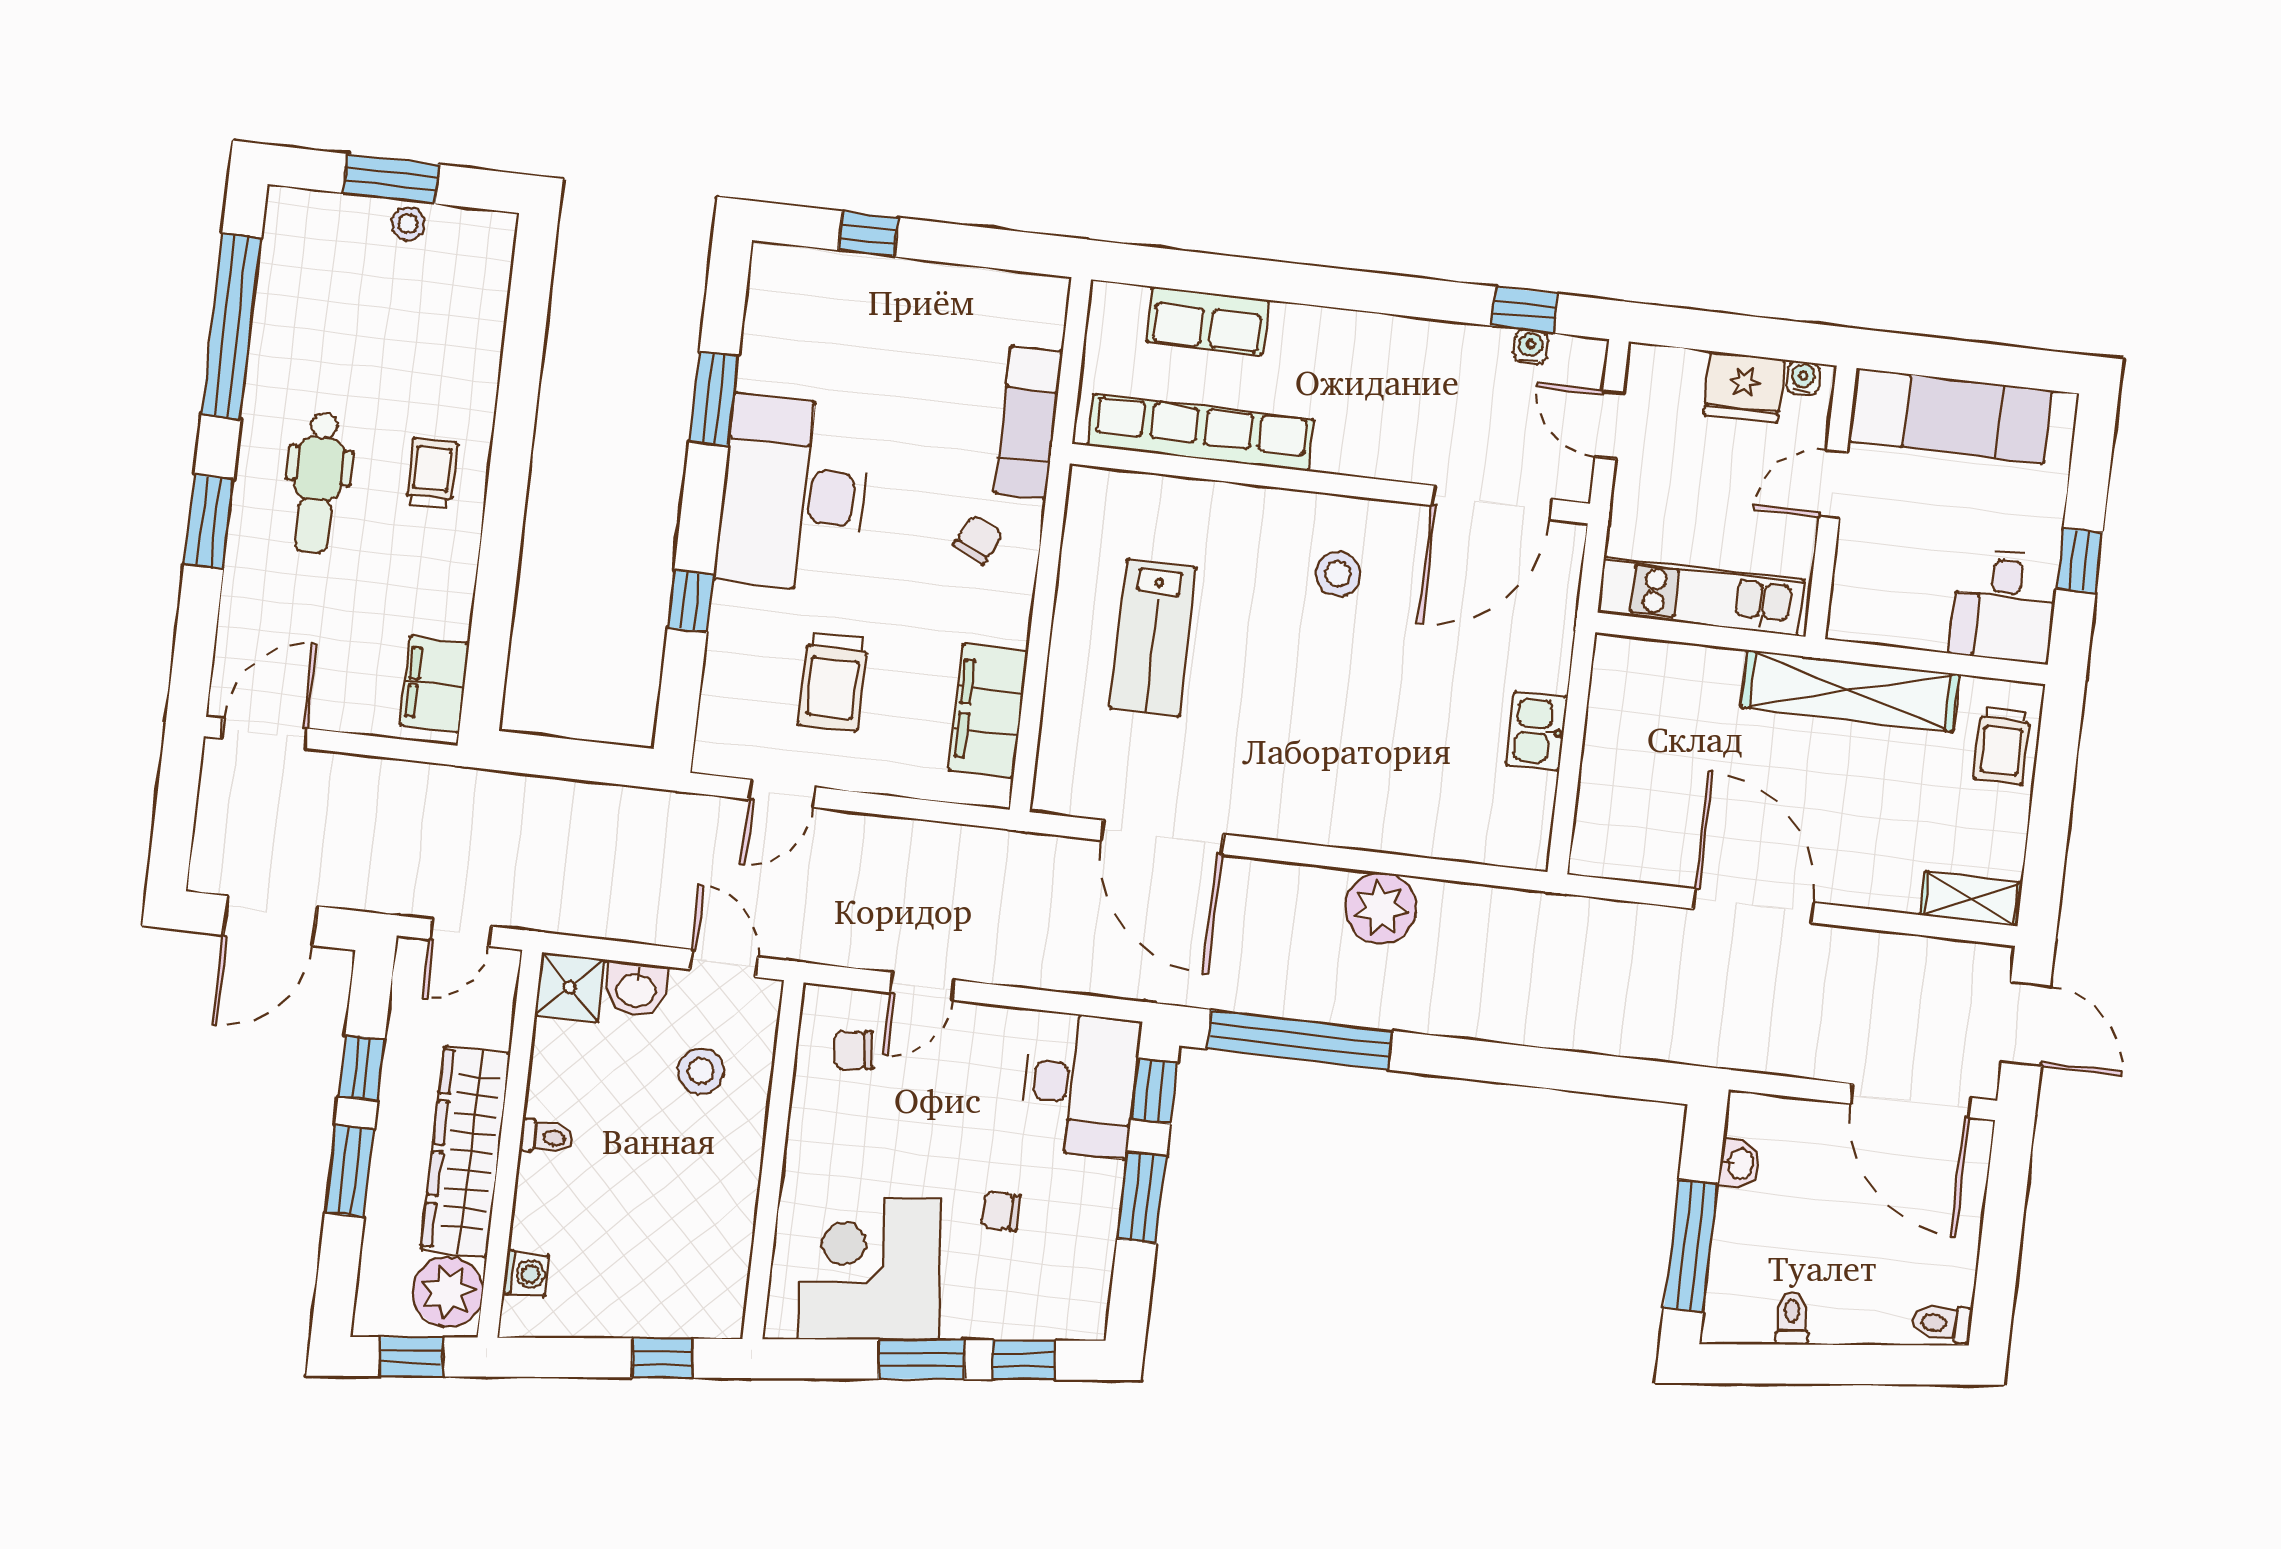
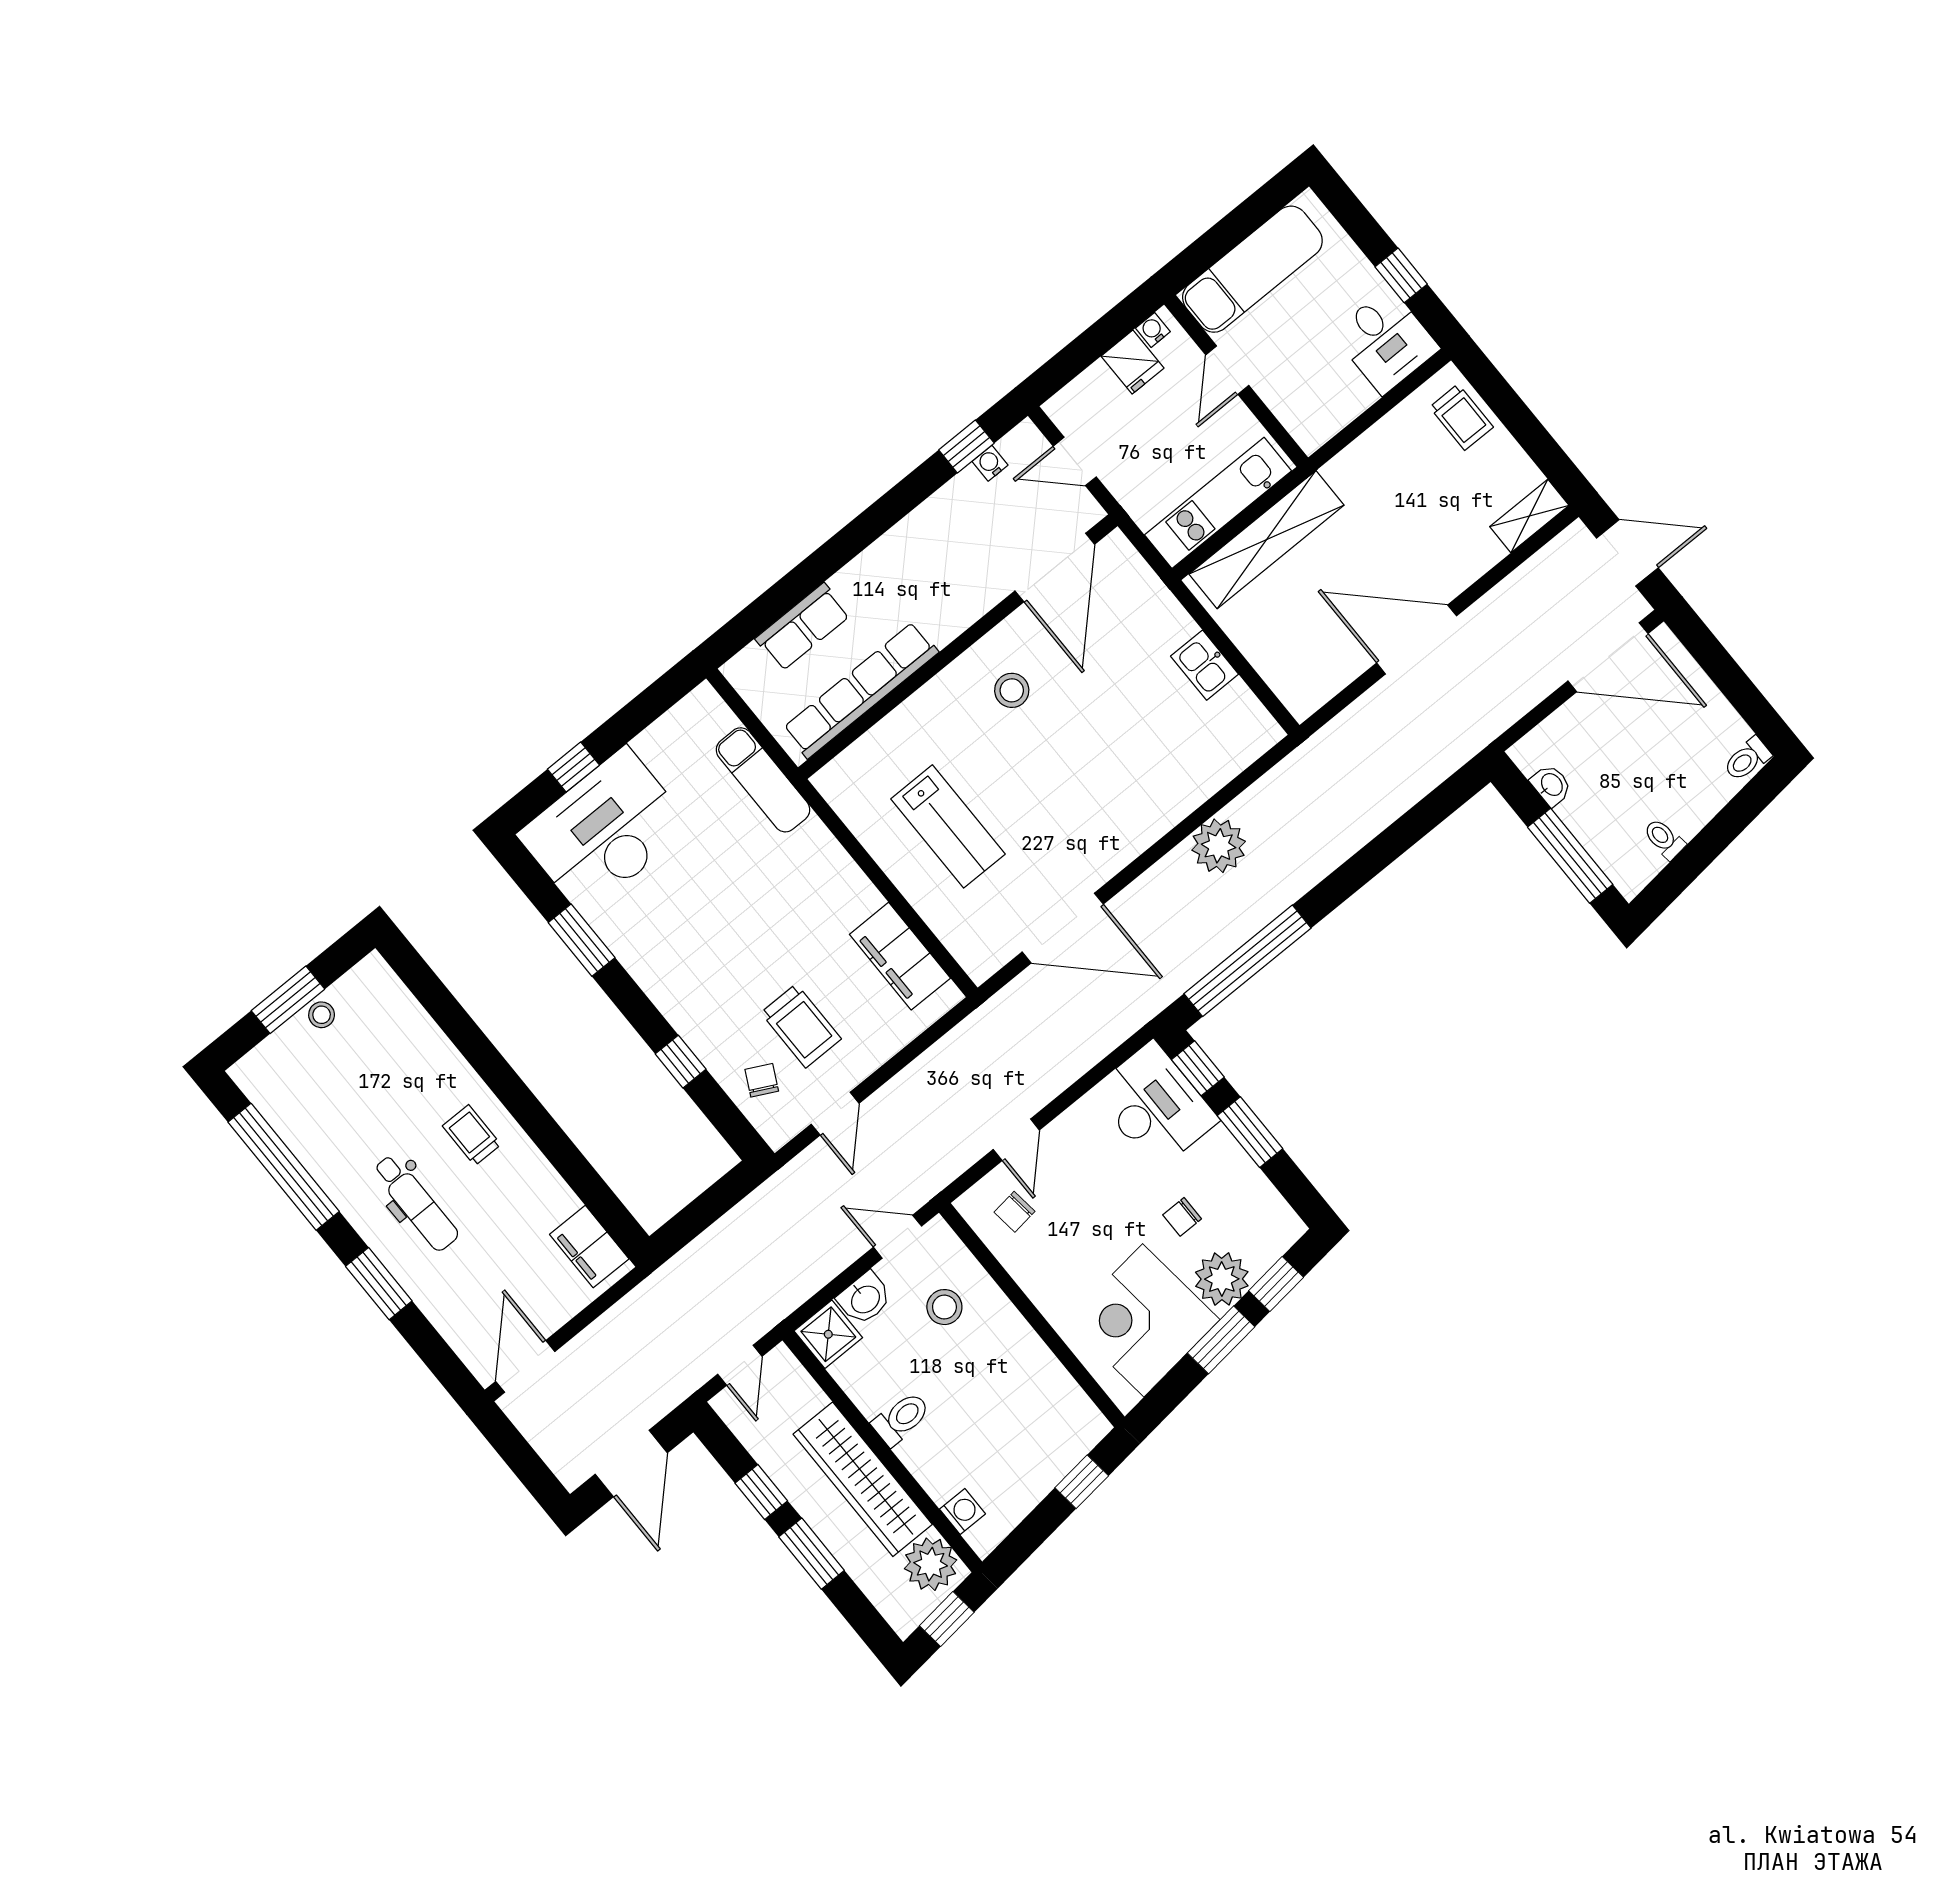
fridge: (1744, 387) -> (1133, 362), width x0.72
desk: (793, 494) -> (605, 831), moved, turned 90
chair: (978, 540) -> (762, 1080), moved
shelving: (1850, 691) -> (1266, 540), moved
toilet: (547, 1137) -> (901, 1419), width x1.37, depth x1.39
plant: (979, 1305) -> (1222, 1279), added

